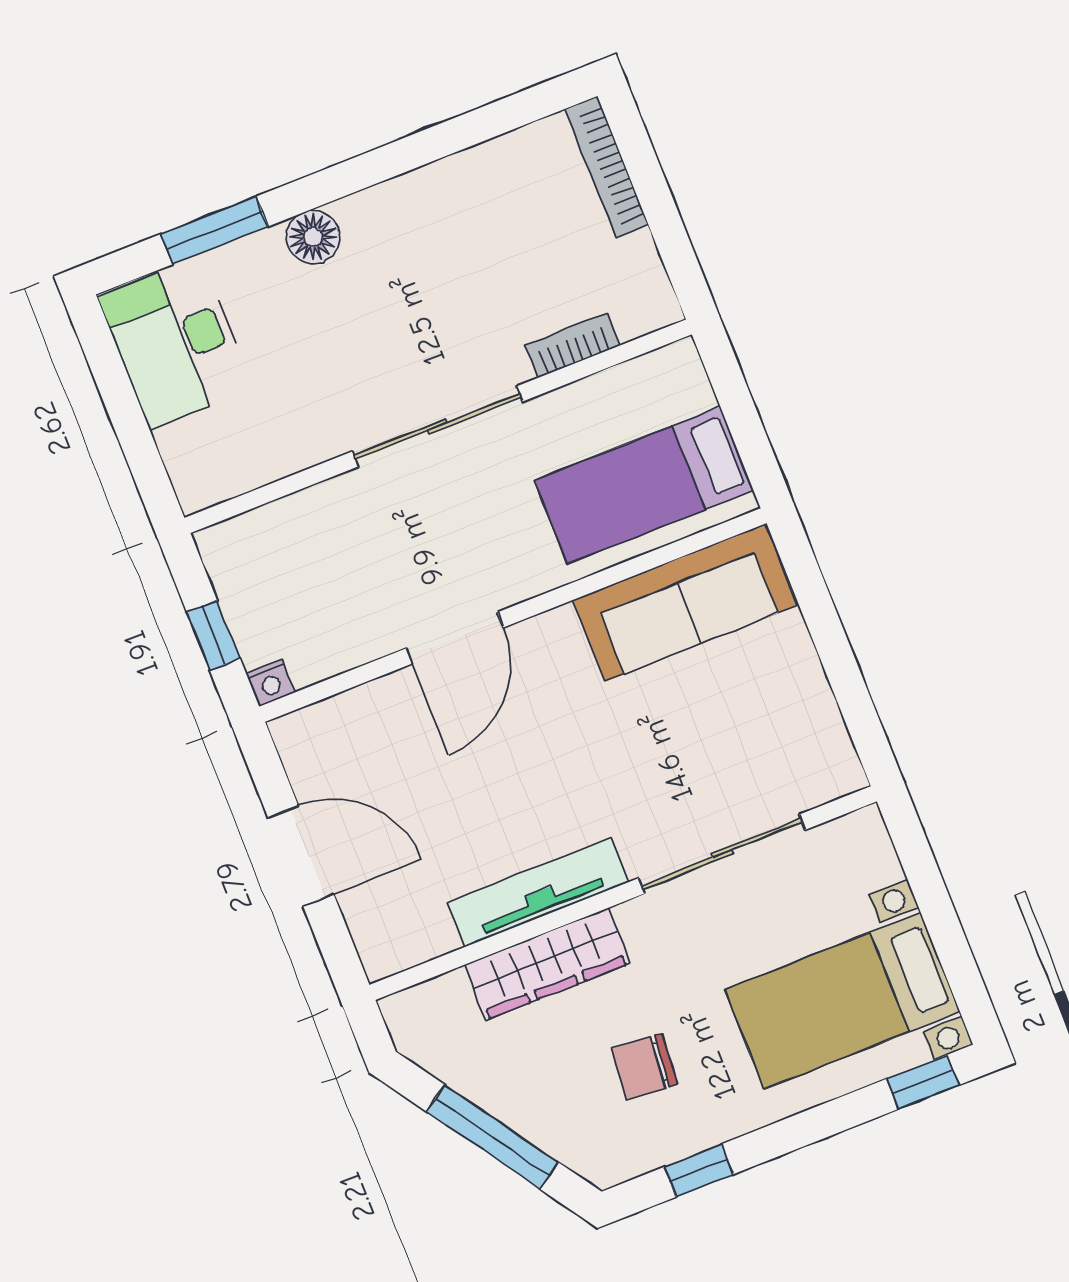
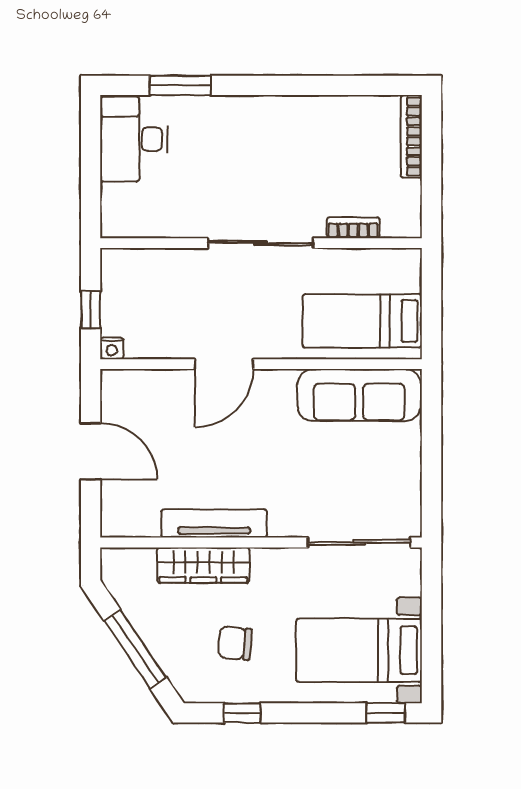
floor lamp: (313, 237) -> (233, 111), removed
sliding door: (722, 854) -> (359, 542), moved

